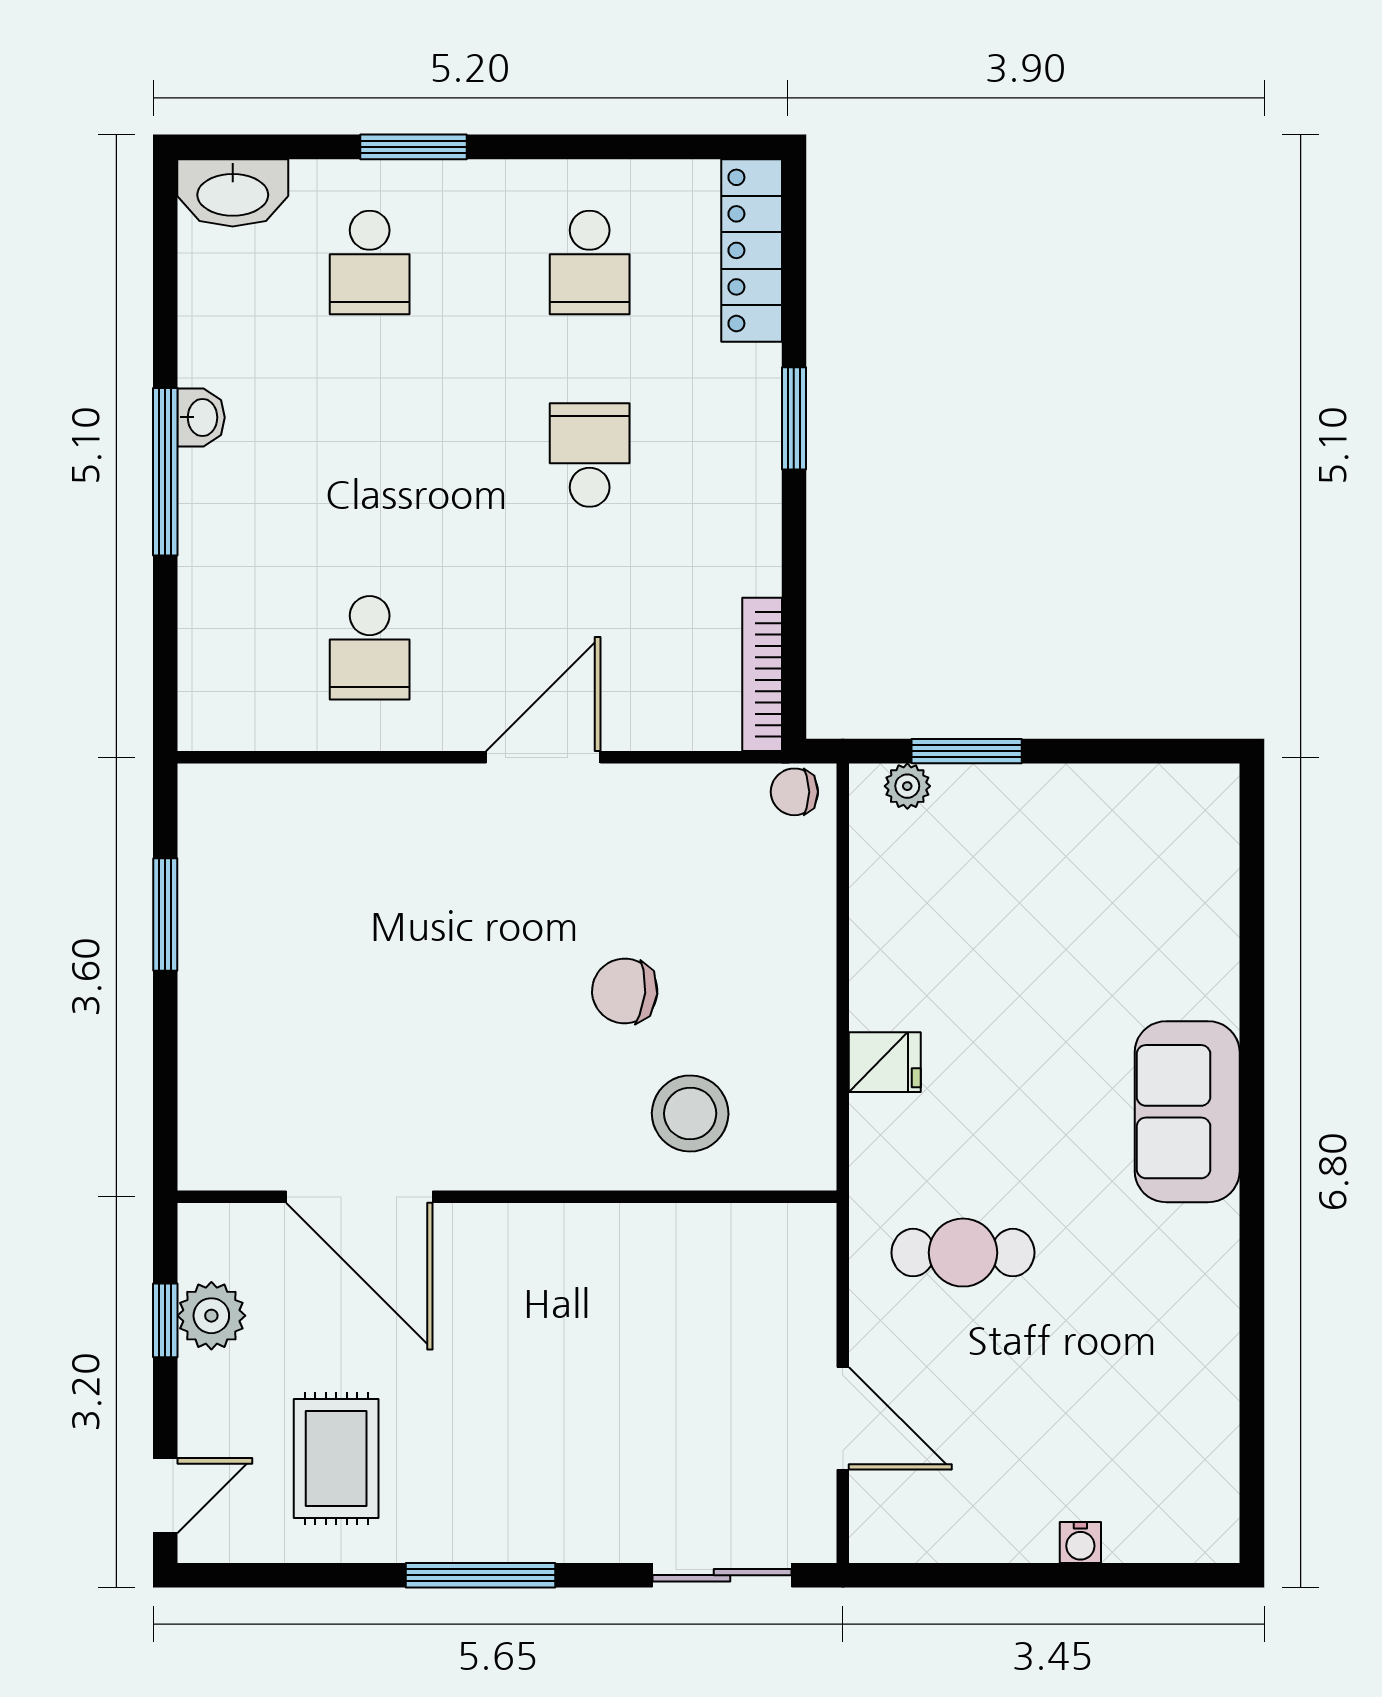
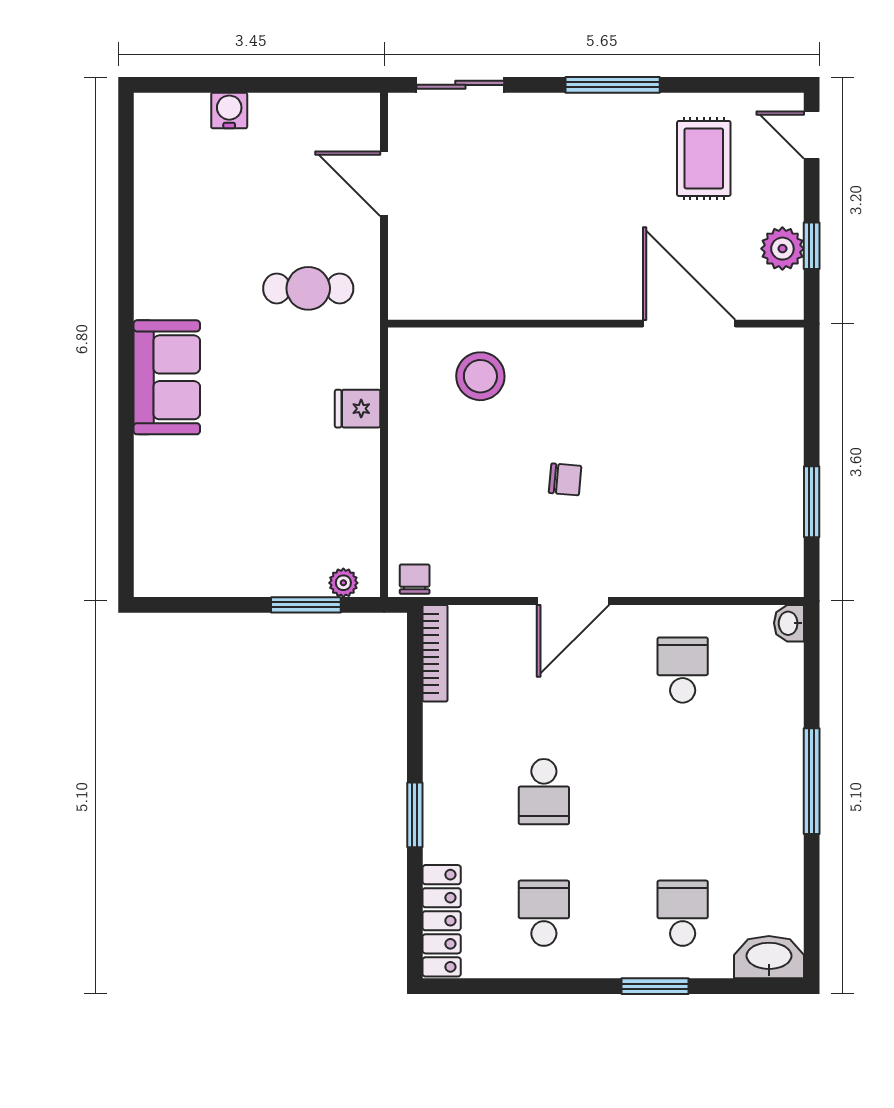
washbasin: (201, 417) -> (789, 623), moved
chair: (794, 792) -> (415, 579), turned -90
chair: (625, 991) -> (565, 479), moved, width x0.73, depth x0.73
door: (165, 1496) -> (812, 135), hinge flipped
water cooler: (1080, 1542) -> (229, 110), width x1.38, depth x1.38

